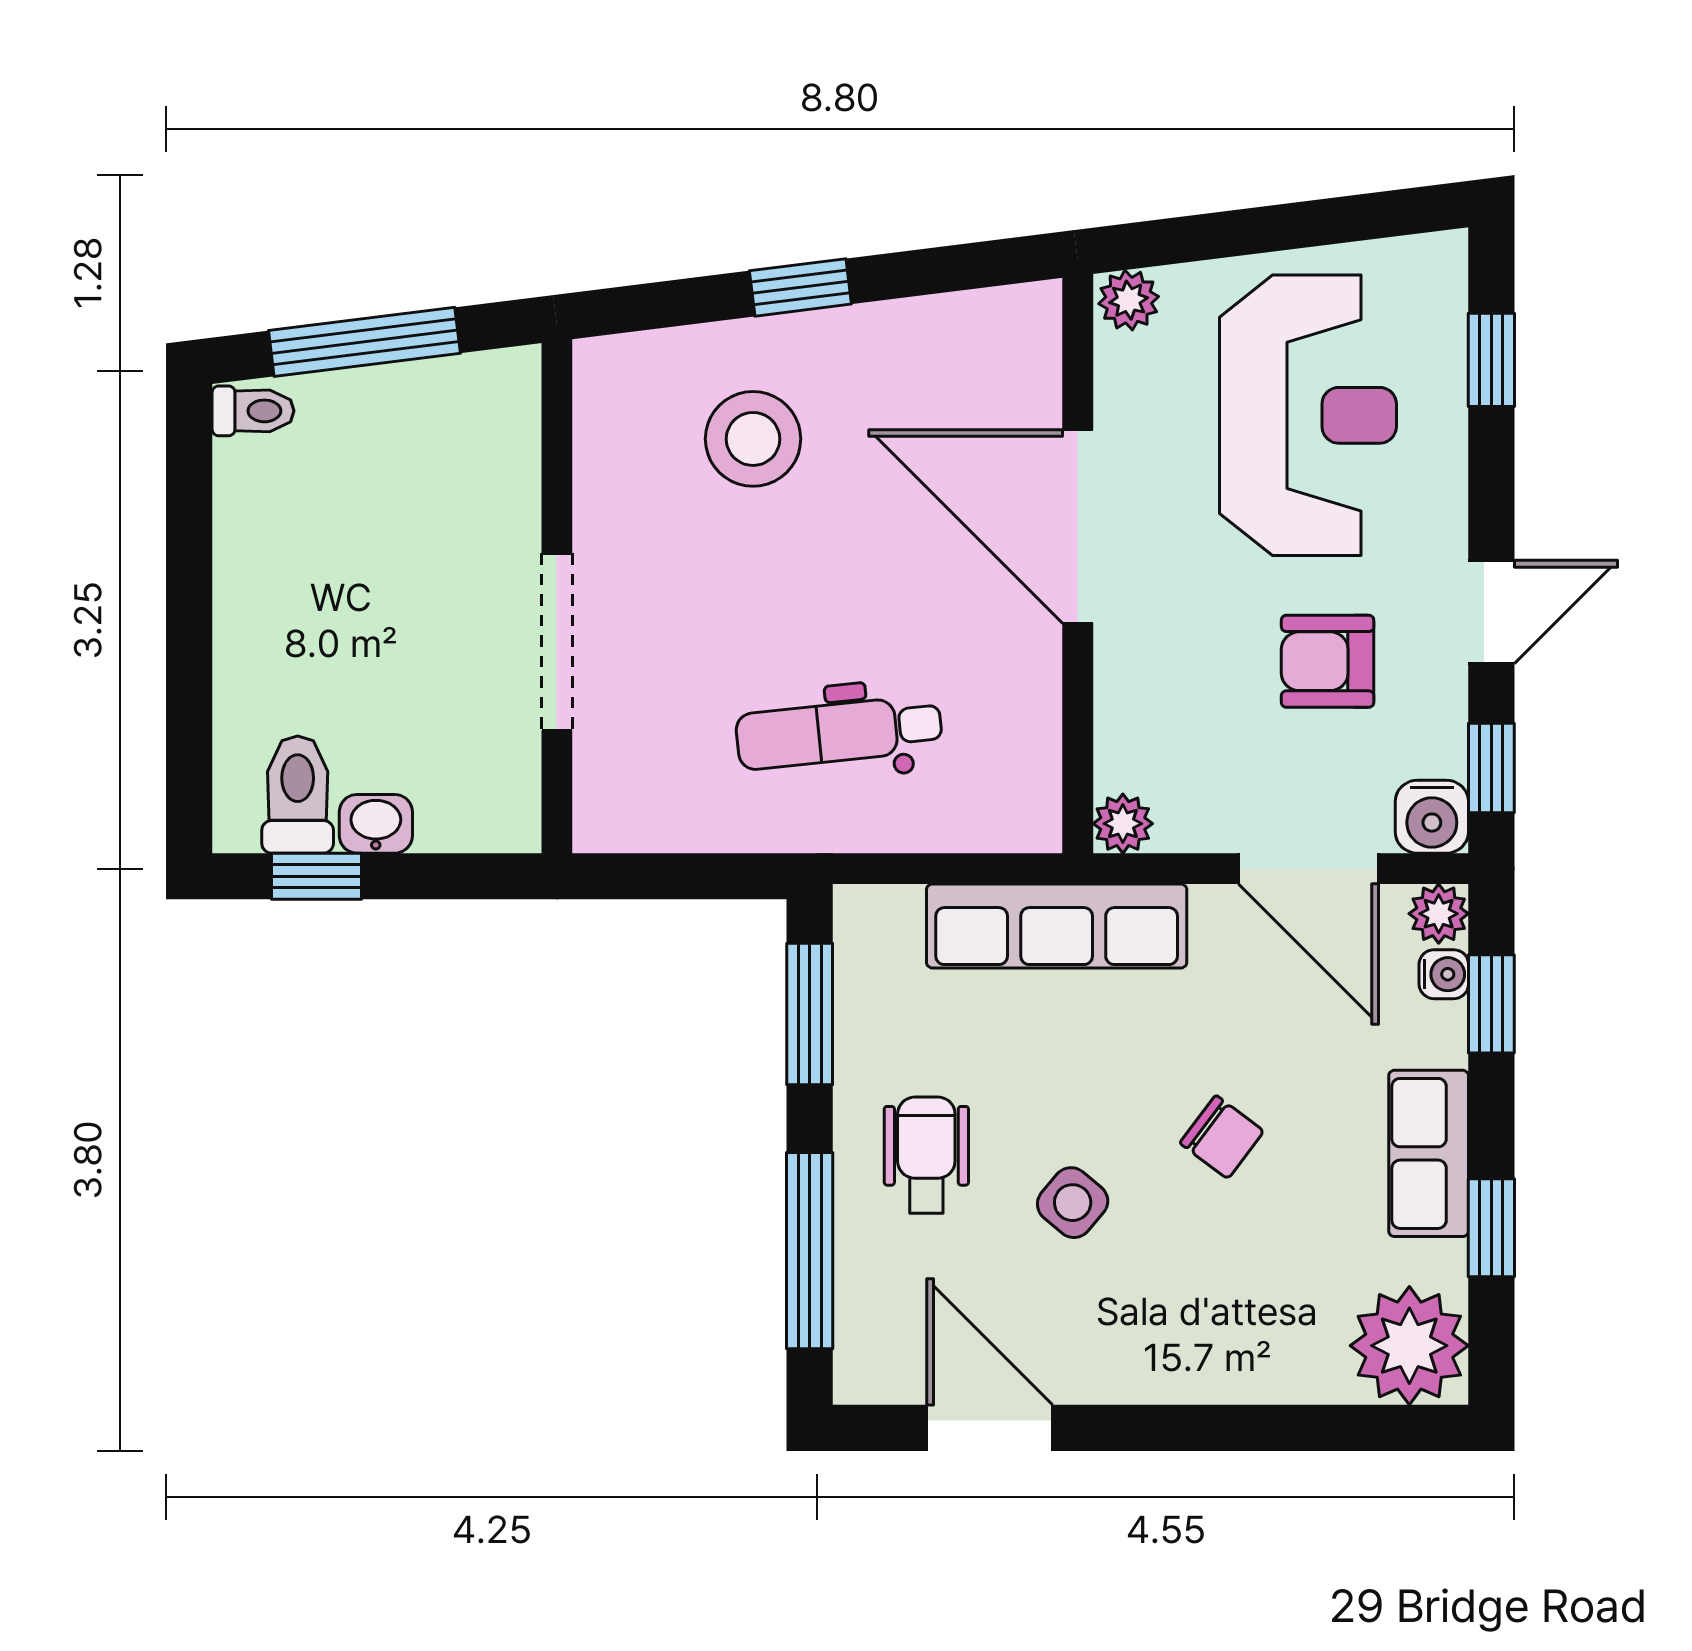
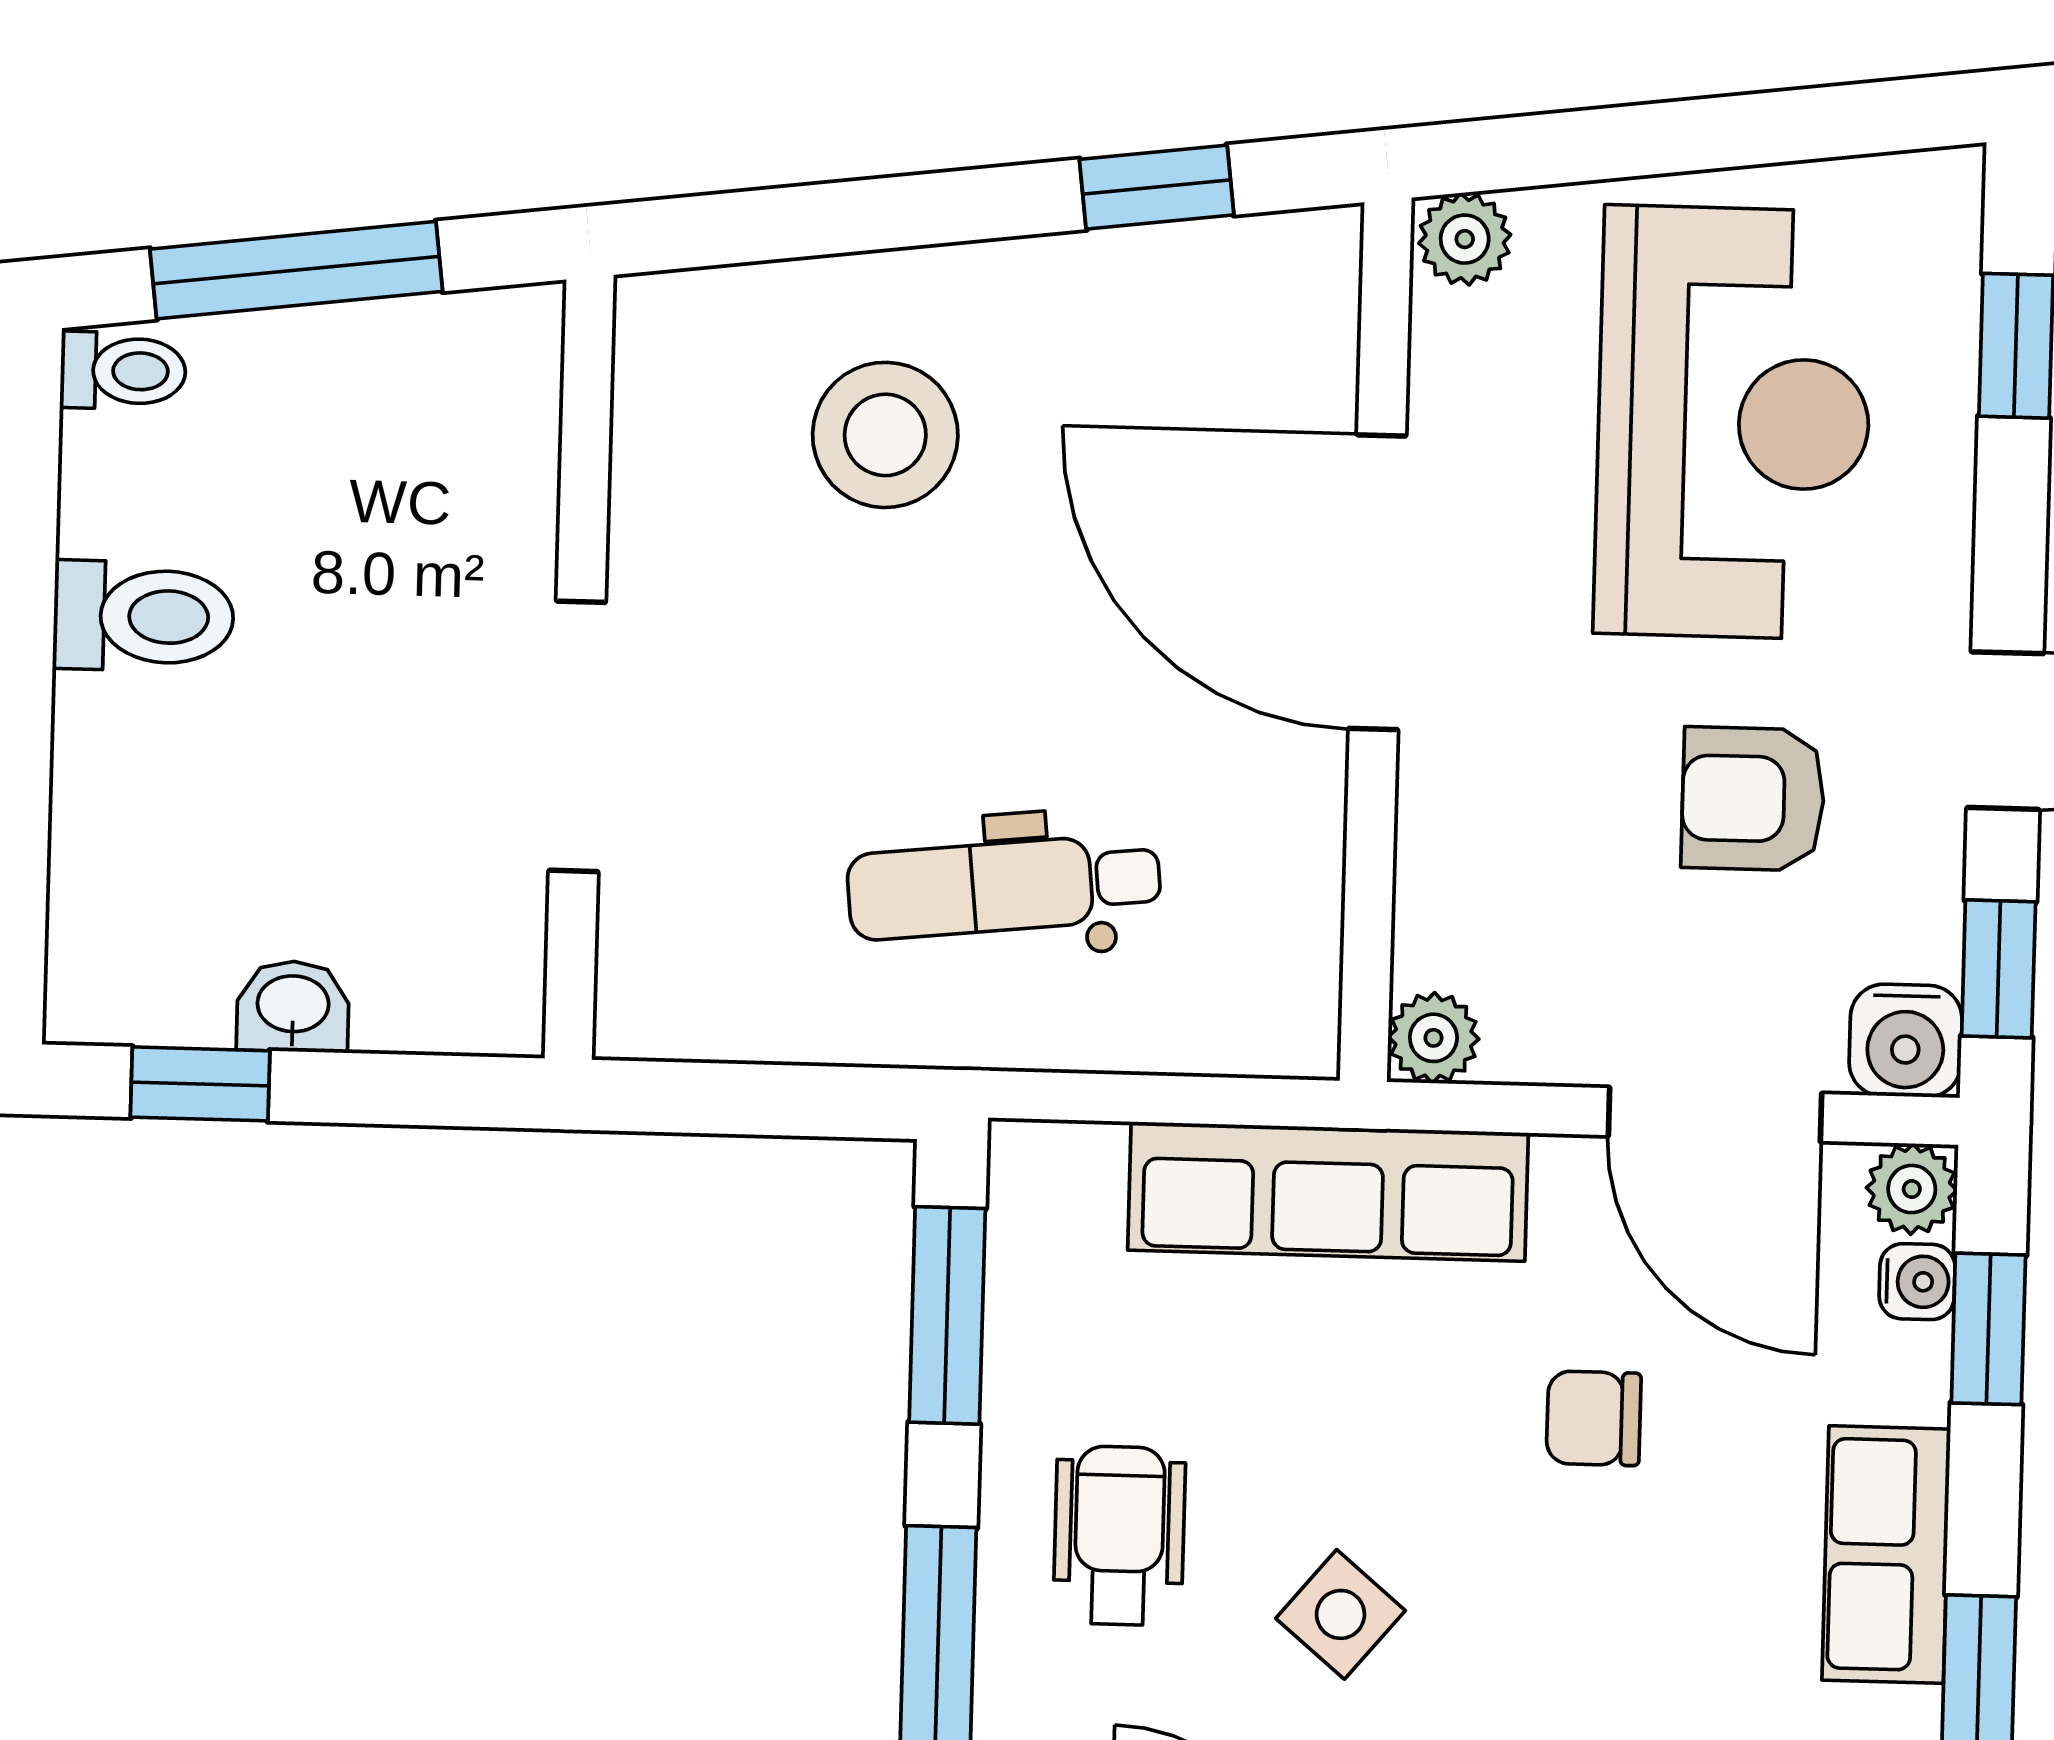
window: (800, 287) -> (1157, 187), moved
toilet: (298, 795) -> (144, 616), moved, turned 90
chair: (1222, 1137) -> (1594, 1418), moved, turned 143

